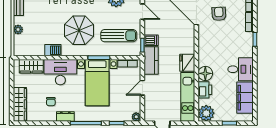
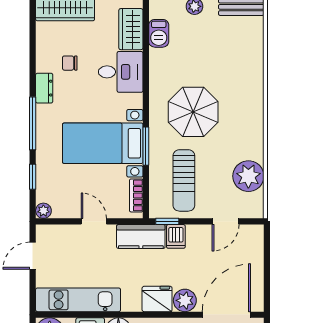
plant: (188, 35) -> (185, 300), added
barbecue: (53, 50) -> (159, 33), moved
fridge: (187, 63) -> (157, 299), moved
desk: (60, 72) -> (121, 72), width x0.73

